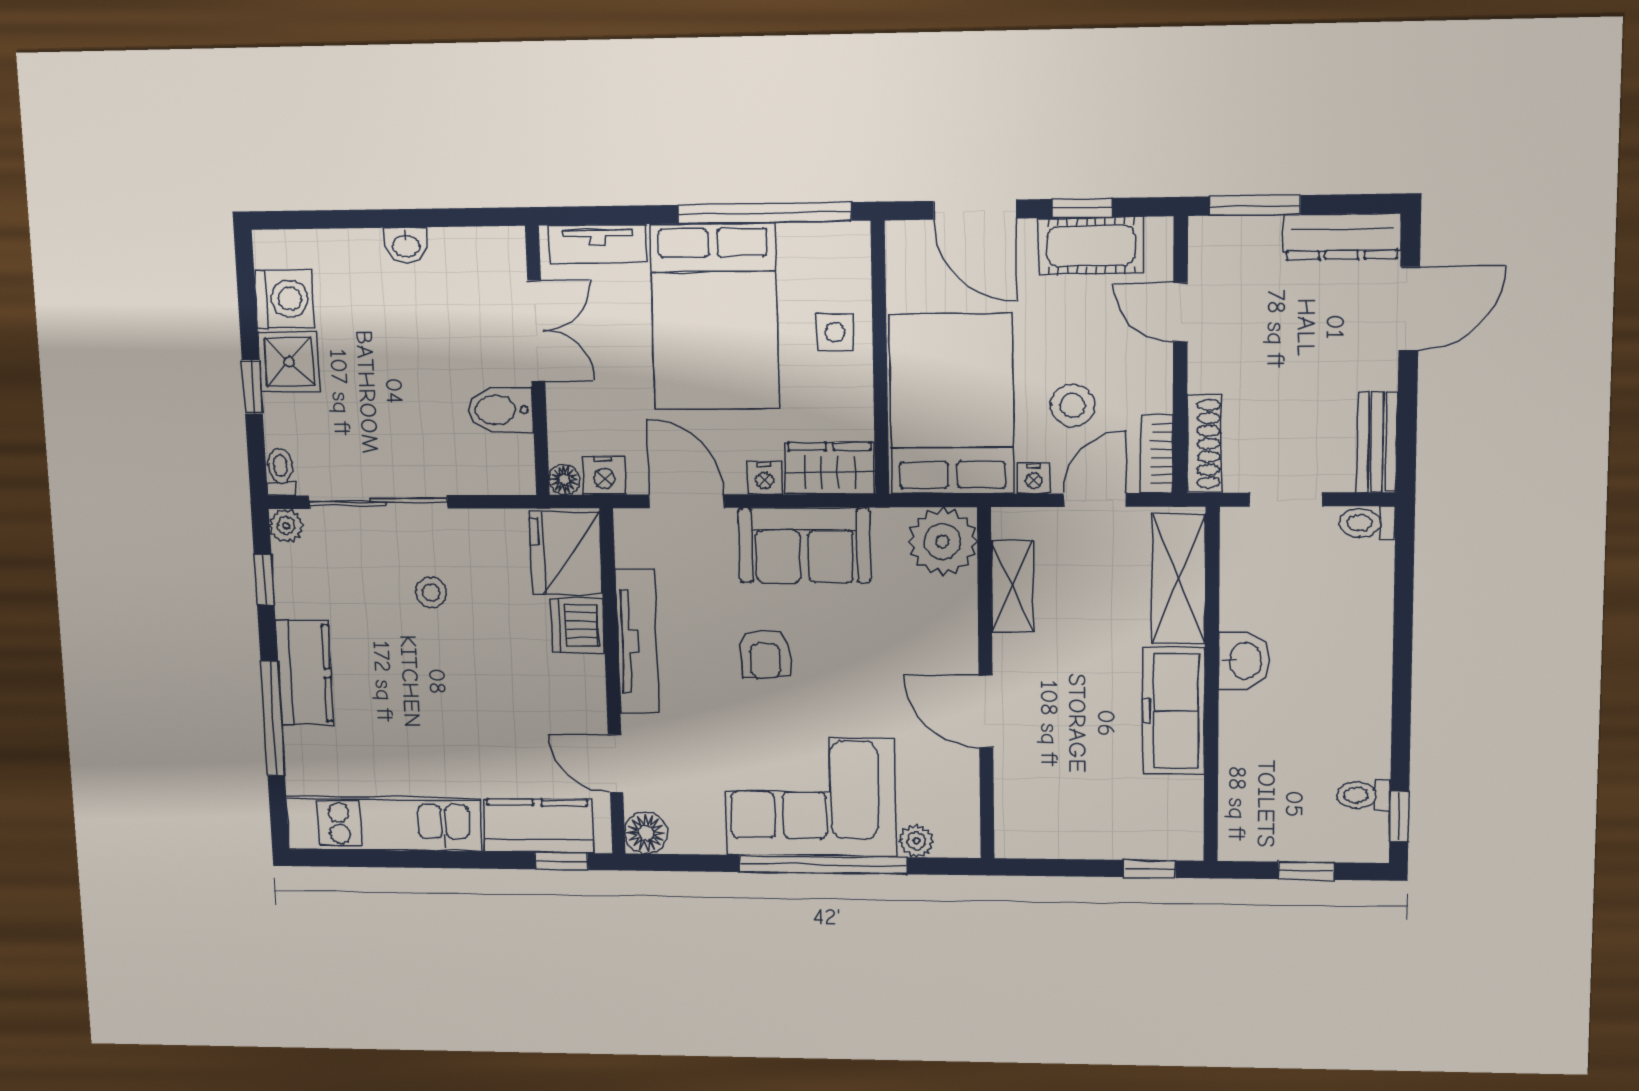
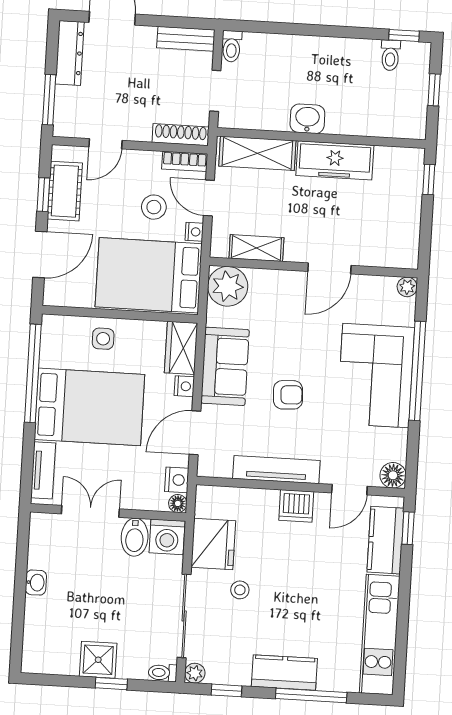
washing machine: (284, 299) -> (167, 537), moved, turned 180
fridge: (566, 553) -> (213, 544), moved, turned -90
dishwasher: (578, 626) -> (296, 506), moved
plant: (916, 841) -> (407, 287), moved

